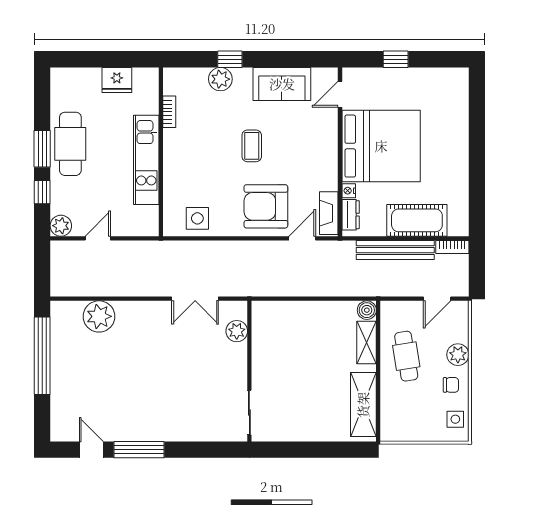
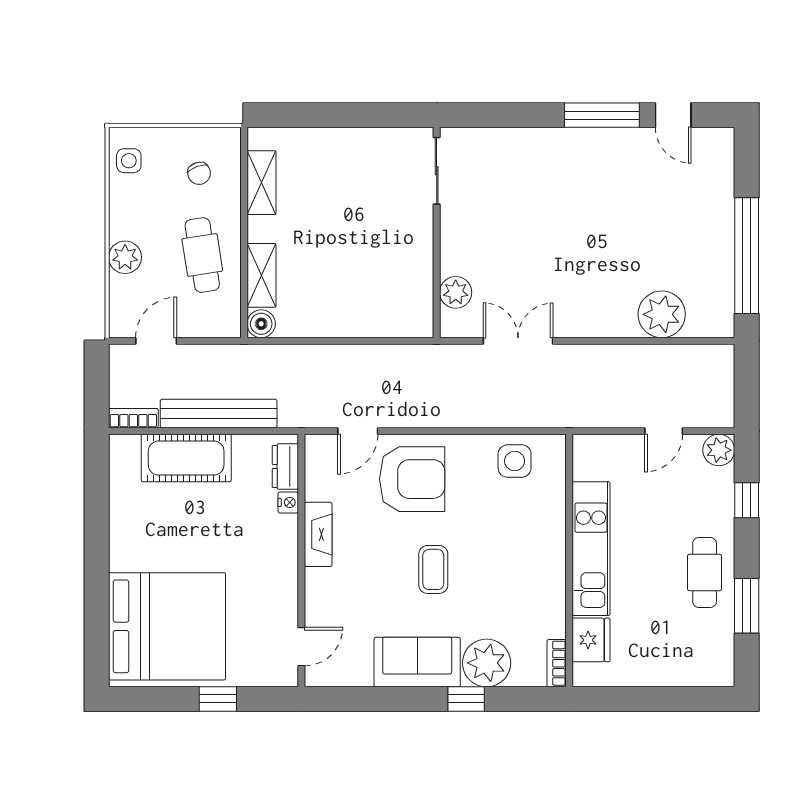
plant: (220, 79) -> (487, 663), width x1.36, depth x1.36
fridge: (117, 80) -> (591, 640), moved, turned 90
sofa: (282, 84) -> (417, 662), moved
bookcase: (169, 112) -> (557, 663), moved
cafe table: (70, 144) -> (705, 572), width x0.73, depth x0.74
bed: (381, 146) -> (167, 626), moved, turned 180
window: (42, 149) -> (747, 606), moved
fireplace: (329, 213) -> (318, 534), moved
chair: (451, 385) -> (199, 173), moved, turned -110
shelving: (363, 405) -> (262, 183), width x0.67, depth x0.75

